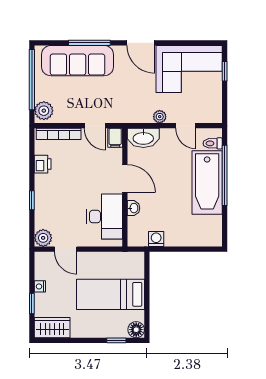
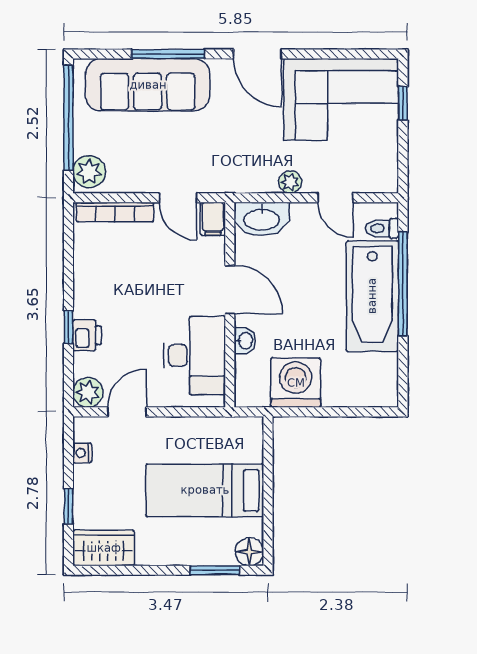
printer: (43, 164) -> (87, 335), moved
washing machine: (156, 239) -> (296, 383), width x1.89, depth x1.89
door: (66, 249) -> (127, 412), swing flipped
nightstand: (40, 286) -> (82, 453), moved
window: (116, 340) -> (215, 570), width x1.50

